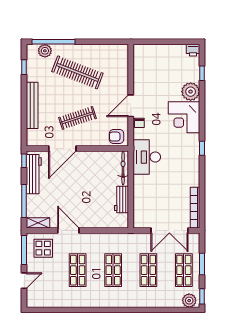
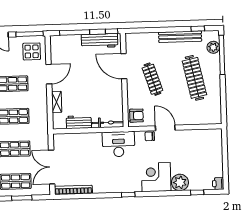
clothes rail: (77, 72) -> (194, 78), turned -33
bench: (32, 105) -> (180, 37), moved
armchair: (116, 137) -> (136, 116), turned 90
shelving: (38, 223) -> (57, 102), moved

